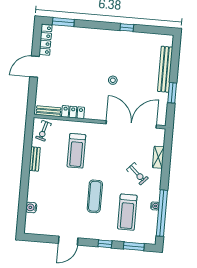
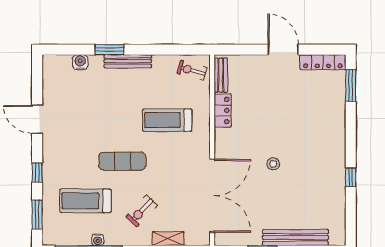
bench: (35, 159) -> (128, 61), moved, width x1.36
window: (24, 187) -> (110, 50), added
exercise mat: (95, 196) -> (122, 161), moved

